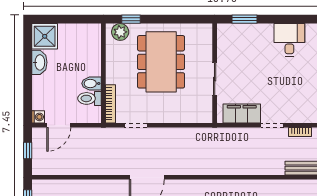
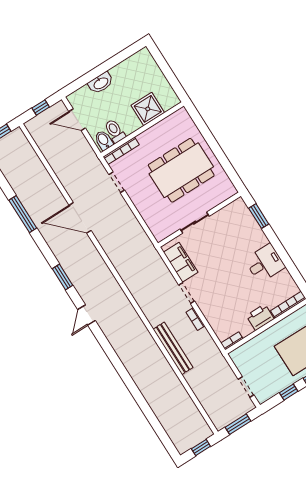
window: (131, 19) -> (200, 124), removed
plant: (120, 32) -> (184, 122), removed
shower: (45, 36) -> (148, 109), moved
washbasin: (39, 62) -> (101, 83), moved
bidet: (92, 83) -> (104, 140), moved
washing machine: (38, 117) -> (73, 99), removed

